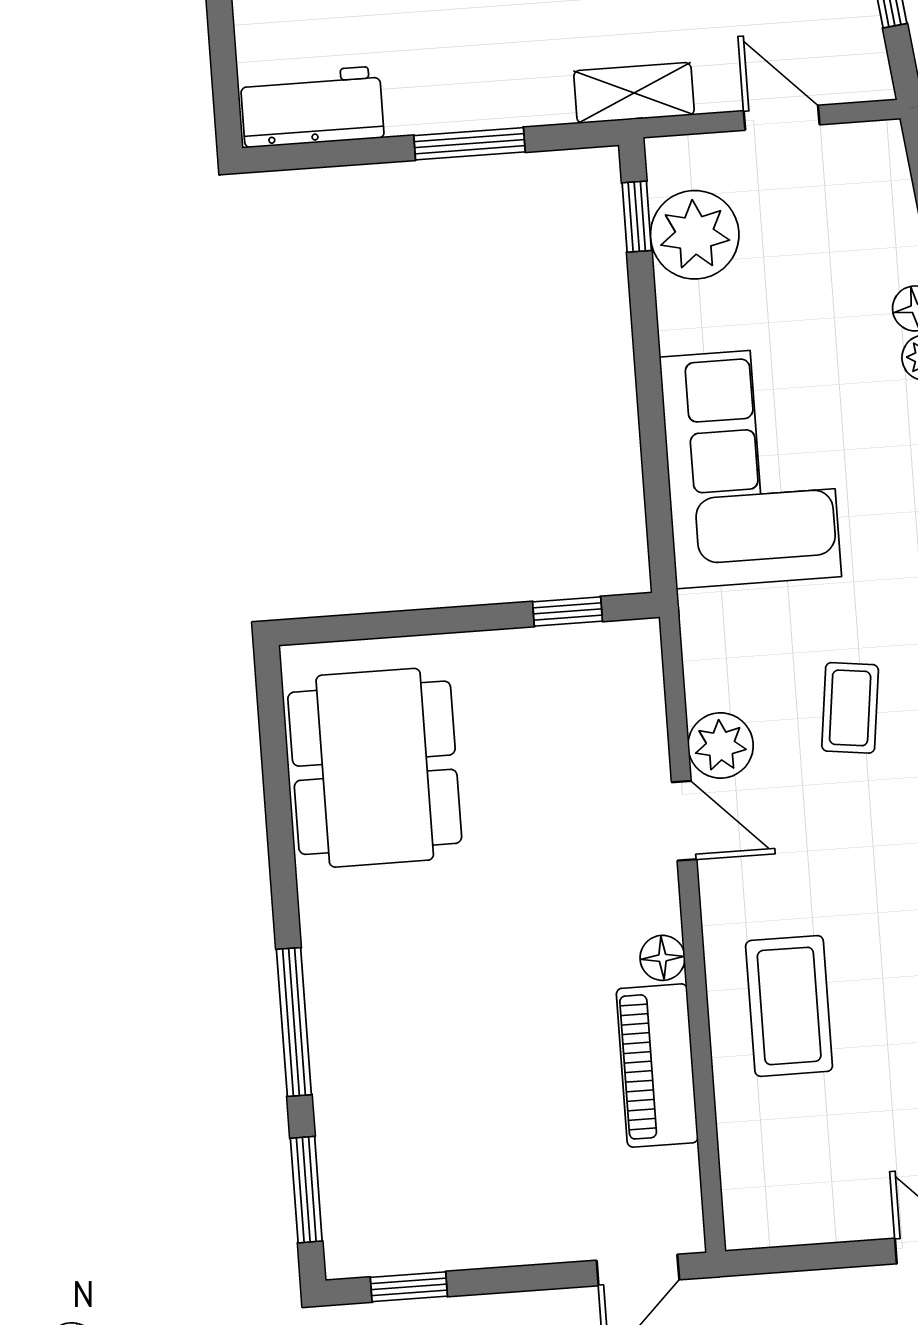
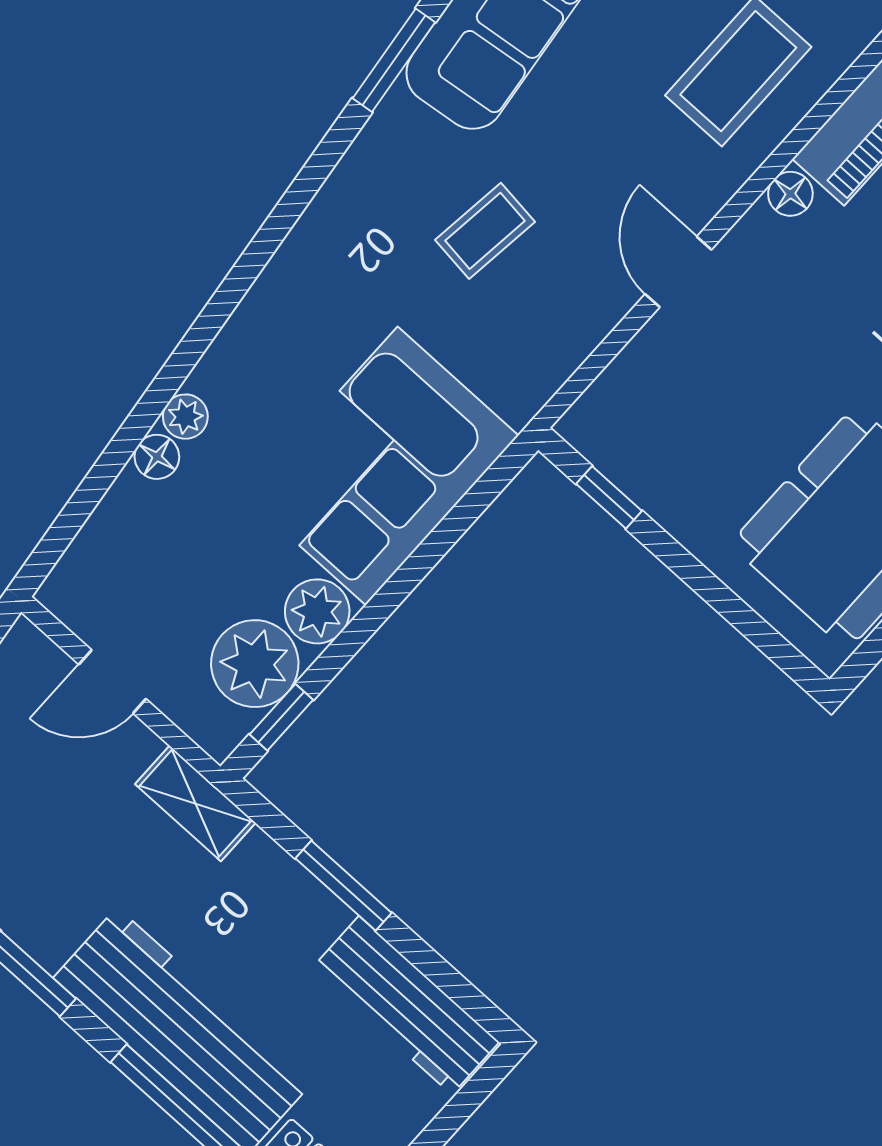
workbench: (312, 107) -> (405, 1005), width x1.37
door: (782, 118) -> (112, 682), hinge flipped
plant: (721, 746) -> (317, 611), moved

